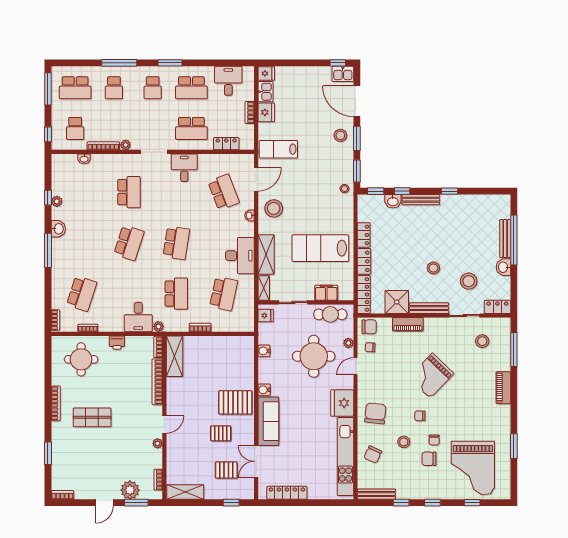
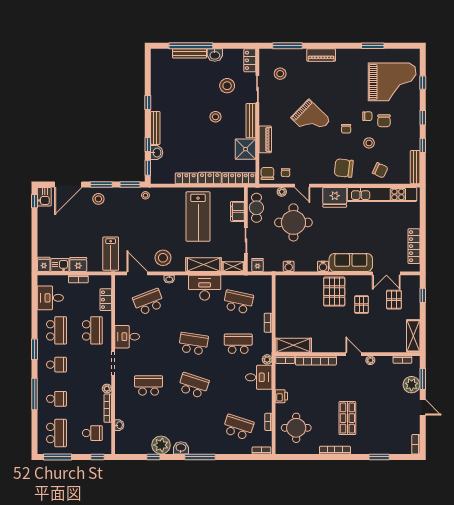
plant: (57, 201) -> (161, 445), width x1.87, depth x1.87

